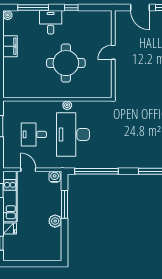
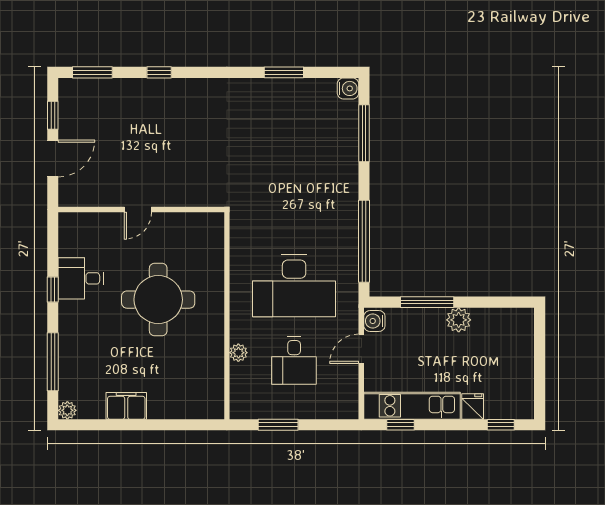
desk: (51, 22) -> (81, 278), moved
door: (113, 52) -> (138, 210), hinge flipped
plant: (67, 105) -> (238, 353), moved
door: (28, 170) -> (361, 349), moved

